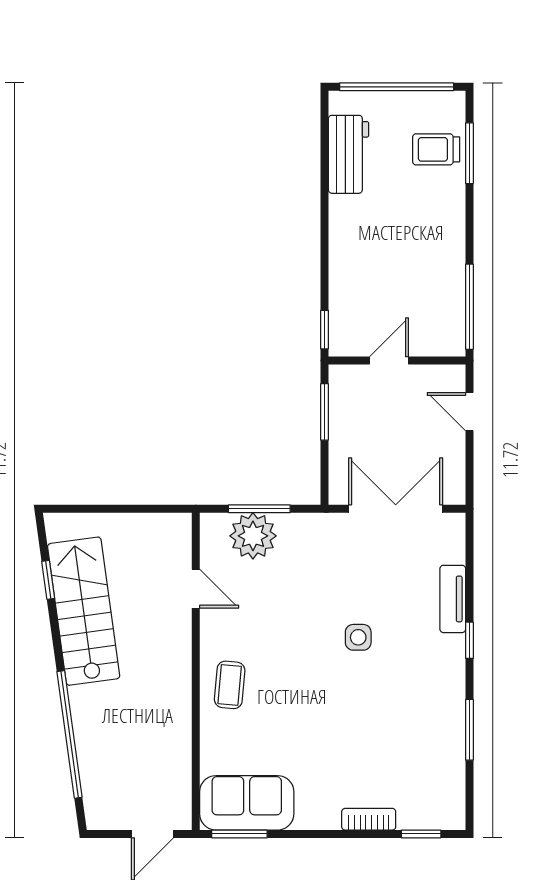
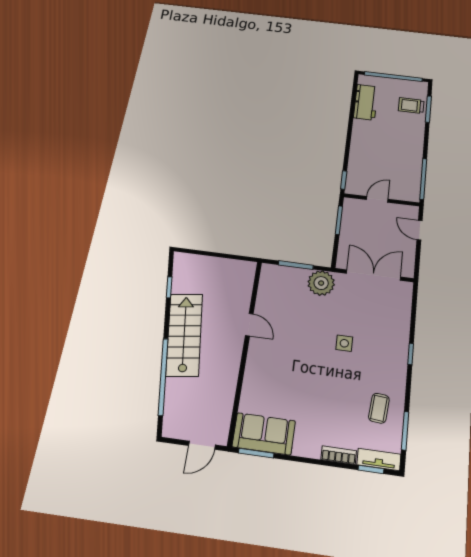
plant: (253, 536) -> (321, 283), moved
door: (196, 589) -> (249, 325), moved
tv unit: (453, 599) -> (379, 460), moved, turned 90
stairs: (84, 611) -> (184, 335), moved
coffee table: (230, 685) -> (379, 408), moved
window: (469, 730) -> (405, 431), moved

